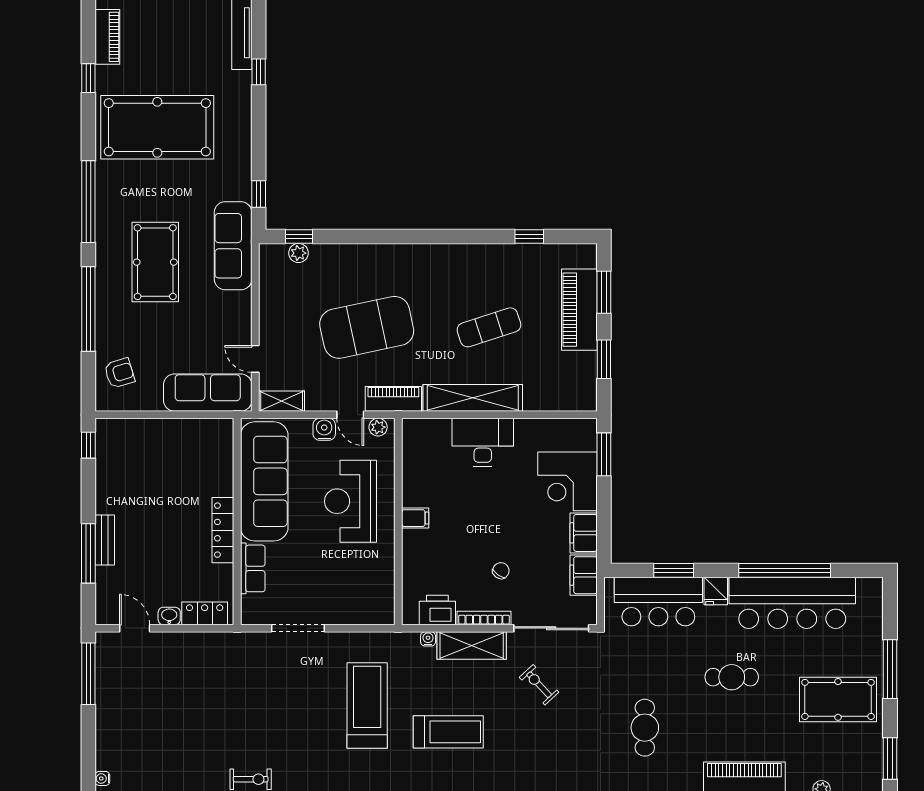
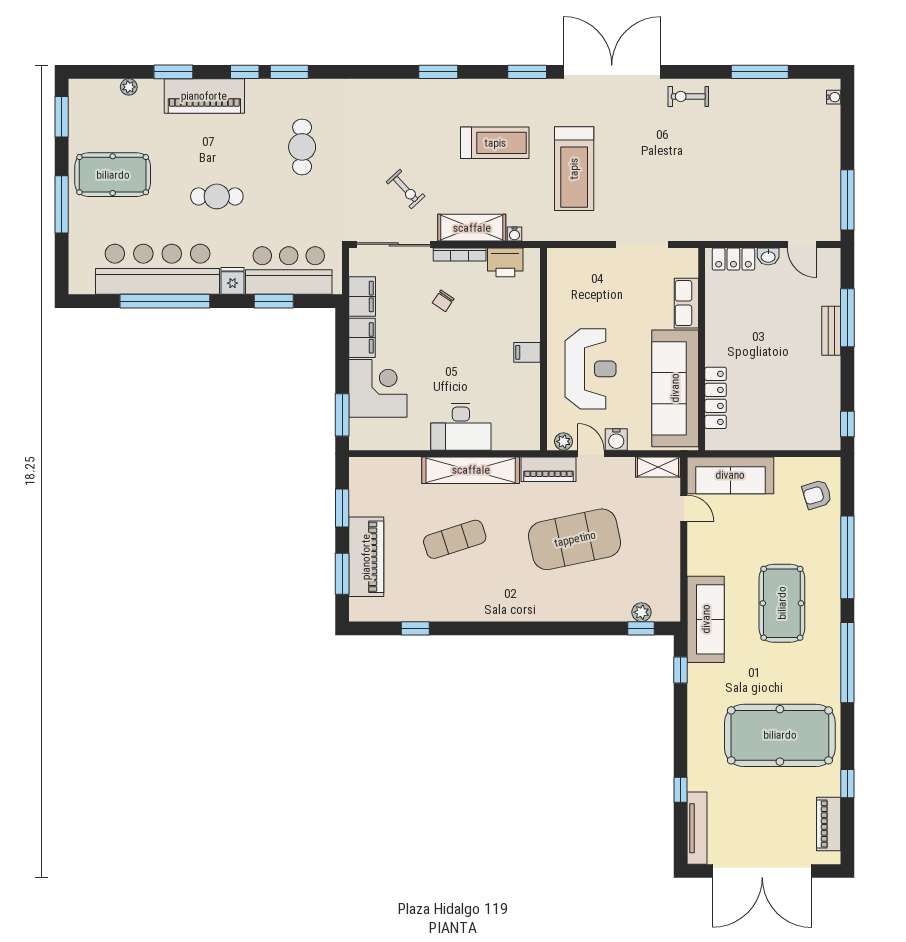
locker: (223, 530) -> (716, 398), moved
treadmill: (448, 732) -> (495, 143), turned 180

